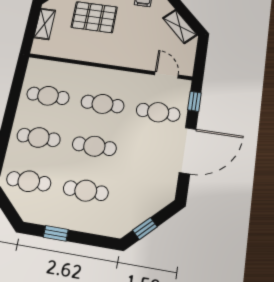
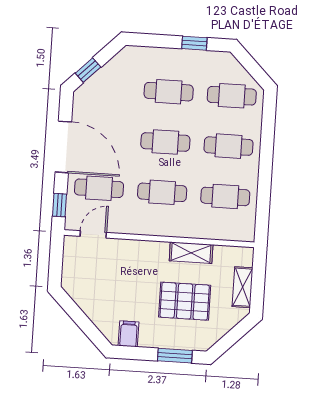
shelving: (180, 26) -> (191, 253), moved, turned -45
door: (166, 75) -> (93, 234), swing flipped
door: (188, 151) -> (63, 147), swing flipped
window: (145, 229) -> (88, 70), moved

